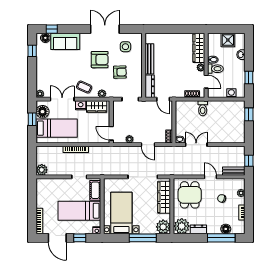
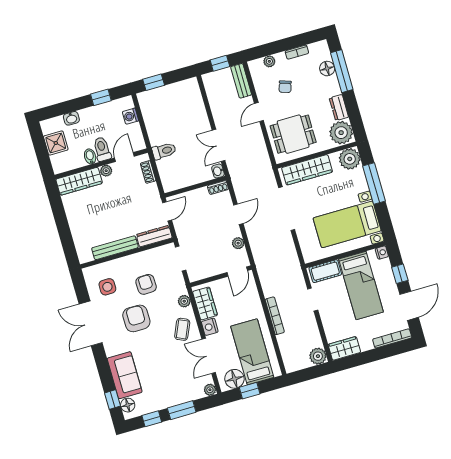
window: (32, 72) -> (182, 410), added
wardrobe: (42, 188) -> (344, 348), added

